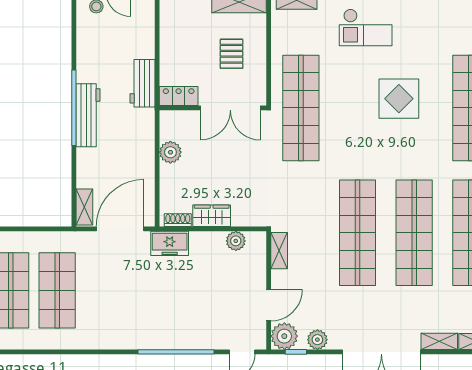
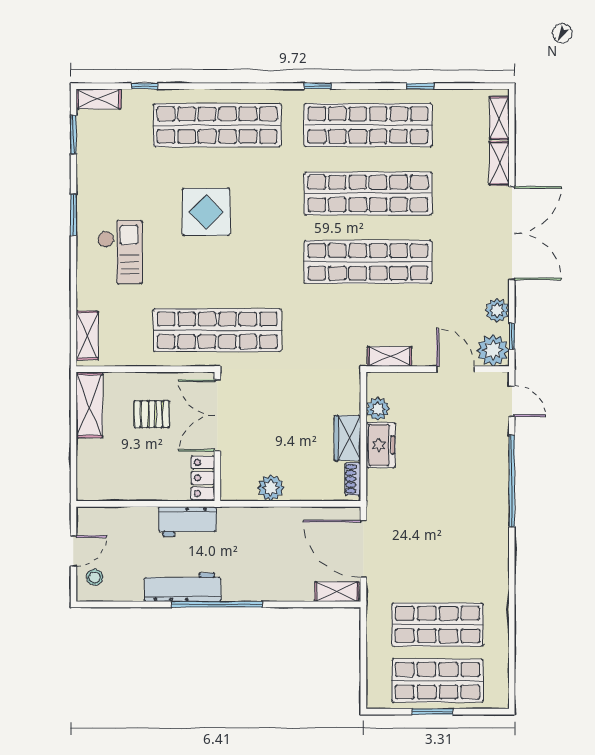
double door: (230, 108) -> (217, 416), swing flipped
workbench: (88, 115) -> (183, 587), moved
freezer: (170, 243) -> (381, 445), moved

